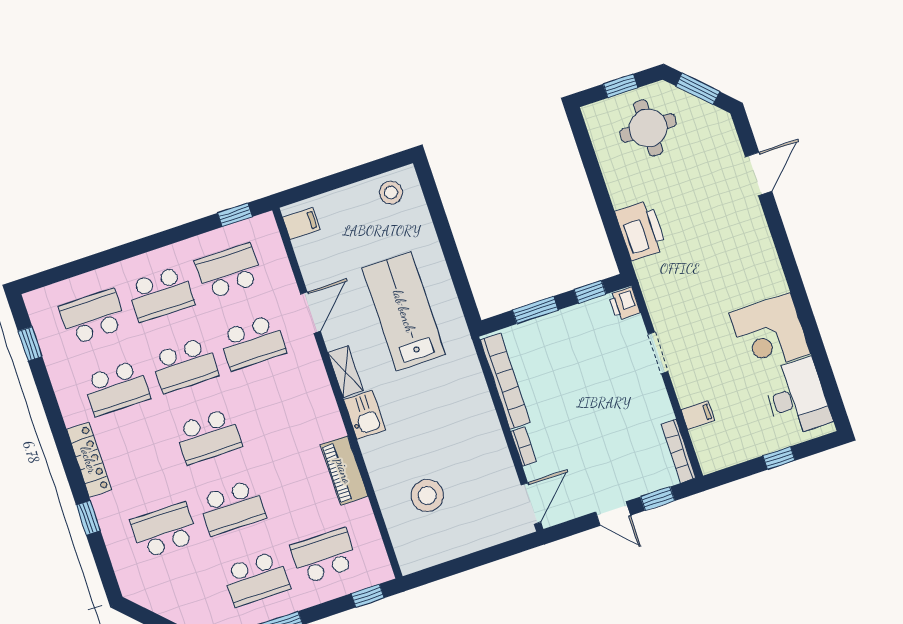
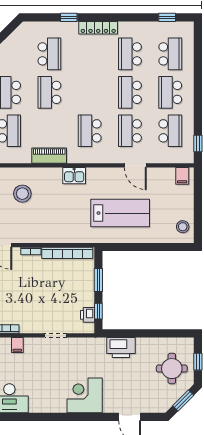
printer: (624, 304) -> (88, 315), moved, turned -90
corner desk: (770, 333) -> (85, 395), moved
shelving: (345, 371) -> (99, 173), removed
school desk: (208, 436) -> (90, 131), moved

